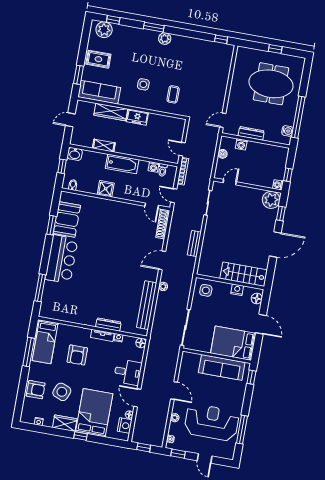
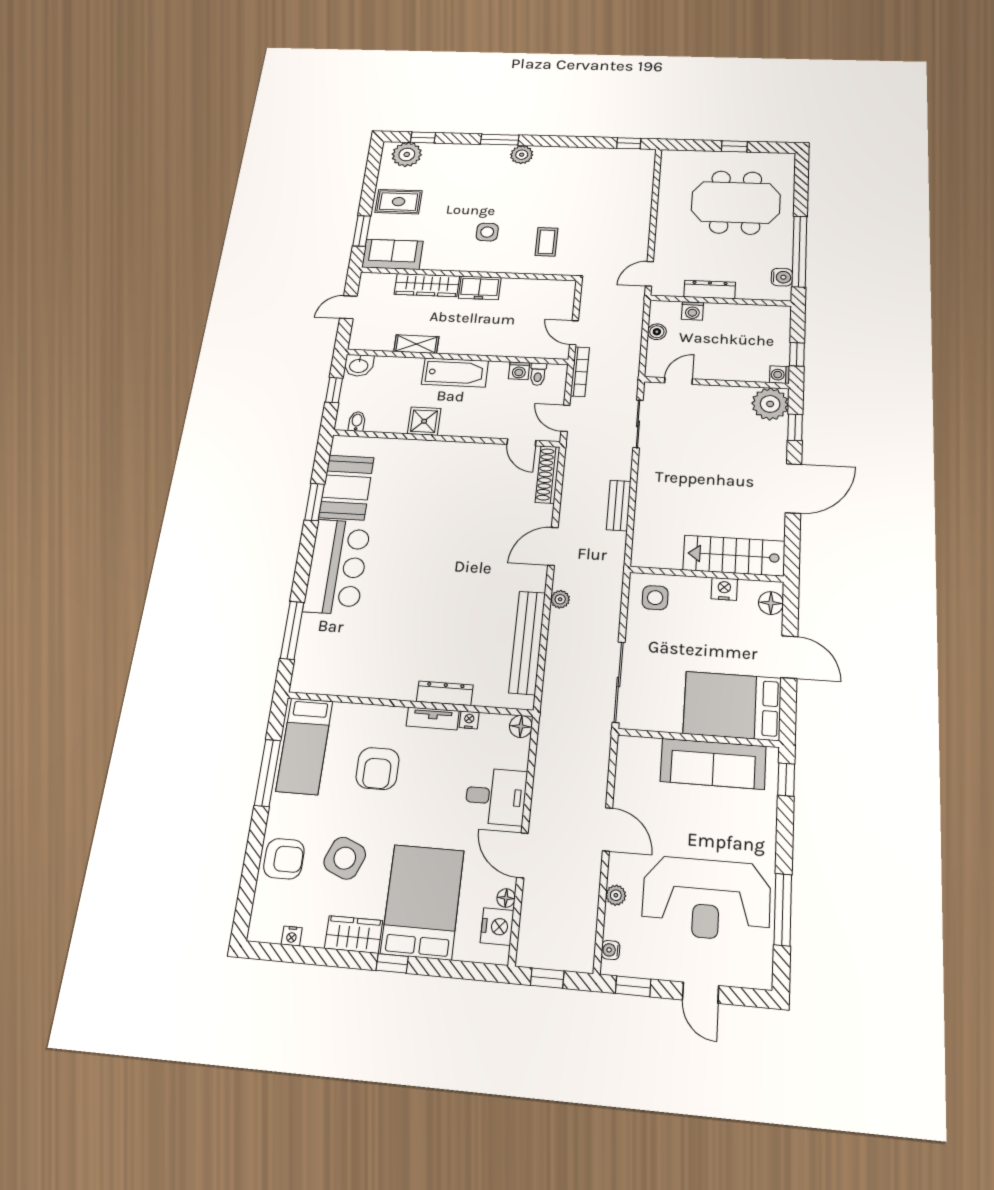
sofa: (99, 92) -> (392, 254), width x0.73
reception desk: (212, 422) -> (706, 899), turned 180

